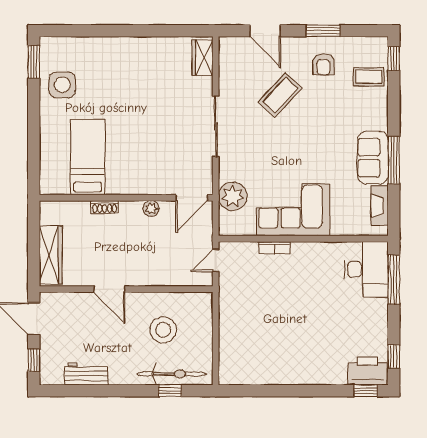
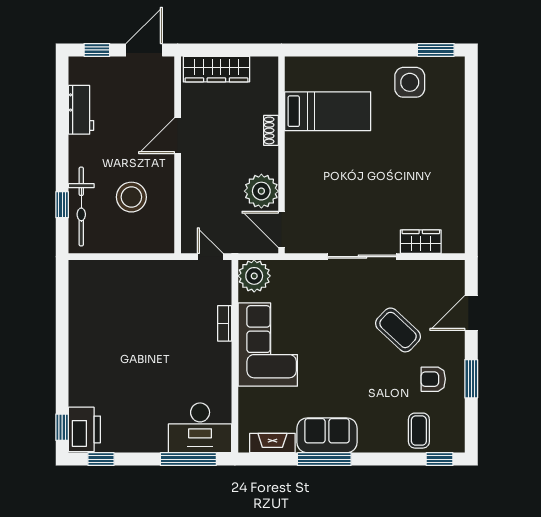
wardrobe: (202, 58) -> (421, 242), moved
plant: (233, 196) -> (254, 276), moved
plant: (151, 208) -> (261, 191), width x1.88, depth x1.88

